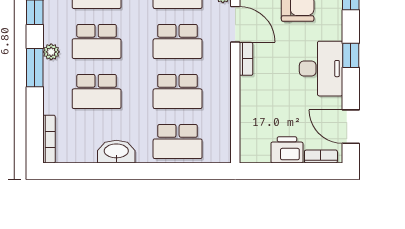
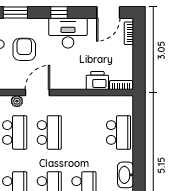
bookcase: (246, 59) -> (121, 85), moved
school desk: (178, 91) -> (84, 132), removed
printer: (287, 150) -> (97, 81), moved, turned 90

